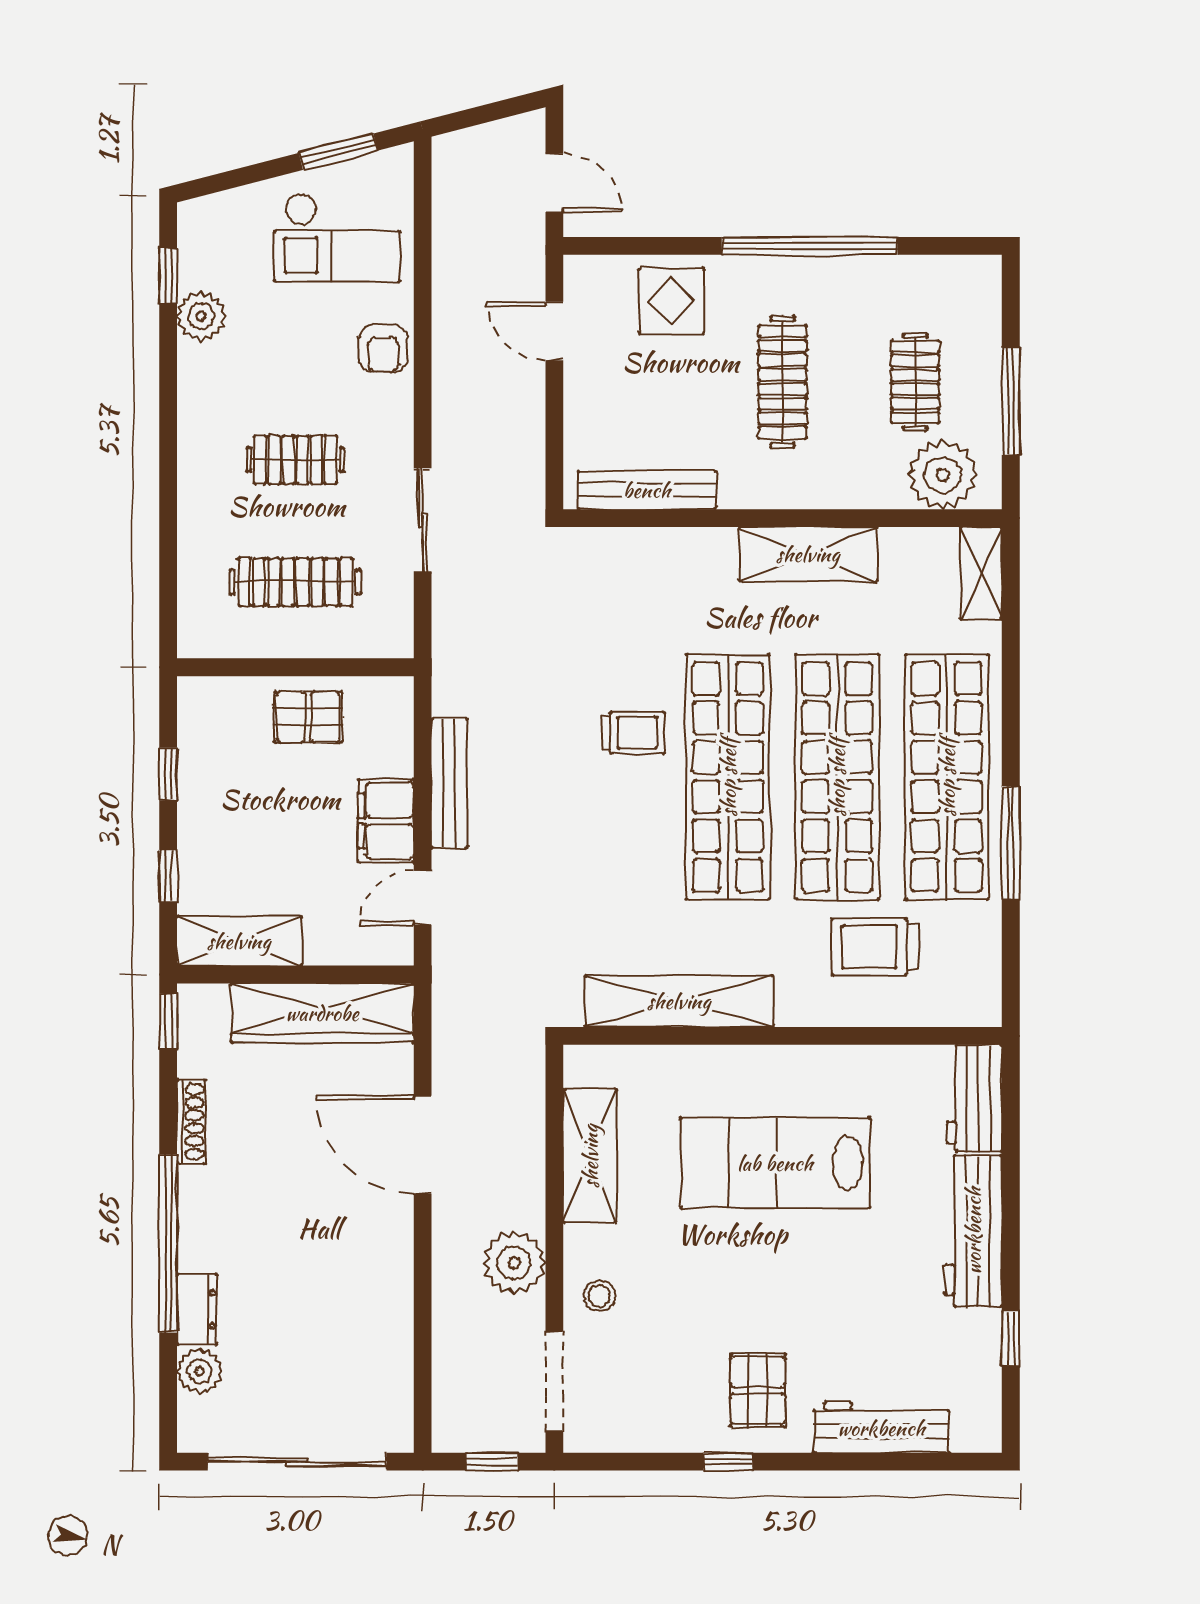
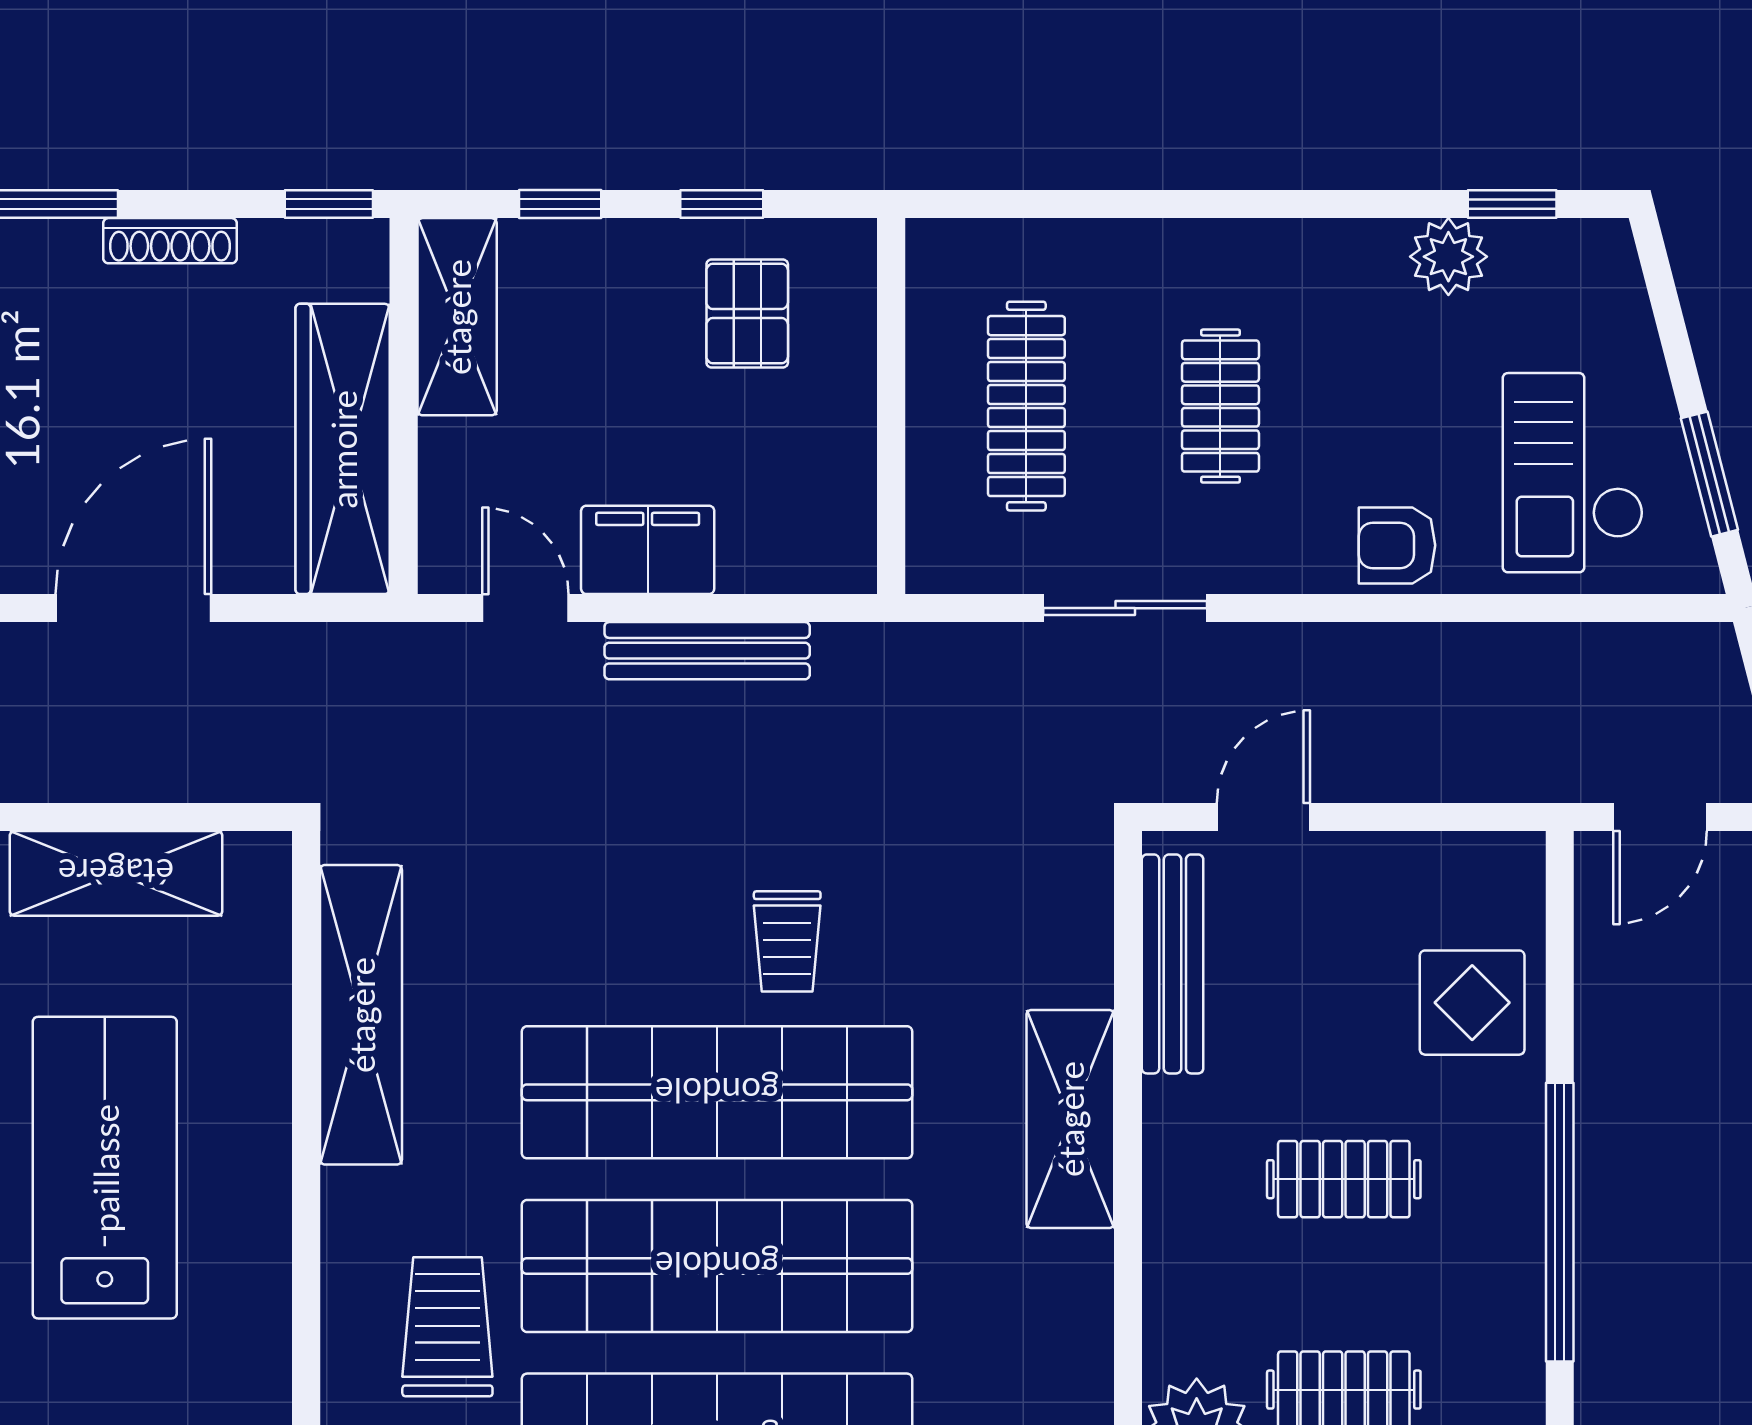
door: (554, 331) -> (1263, 817), moved
clothes rail: (783, 382) -> (1344, 1179), width x0.73
shelving: (808, 554) -> (1070, 1119), moved
pallet: (308, 717) -> (747, 313), moved

